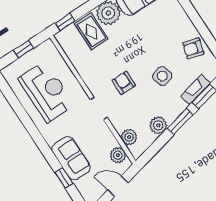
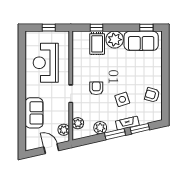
window: (65, 22) -> (97, 28), moved
fireplace: (196, 90) -> (127, 123), moved
reception desk: (46, 92) -> (46, 63), turned 180
window: (64, 178) -> (22, 122), removed

